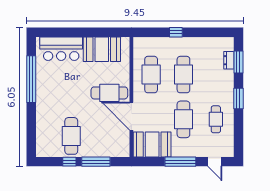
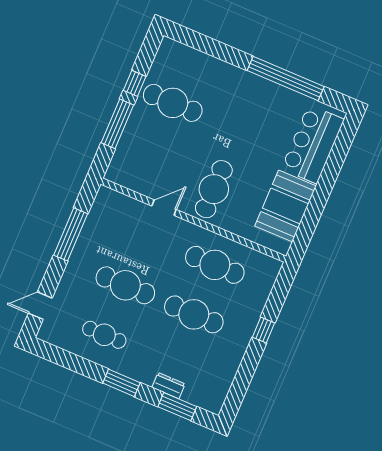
dresser: (229, 60) -> (169, 386), moved
door: (131, 116) -> (164, 208), width x0.53
booth: (152, 144) -> (107, 221), removed
window: (180, 162) -> (71, 234), moved

